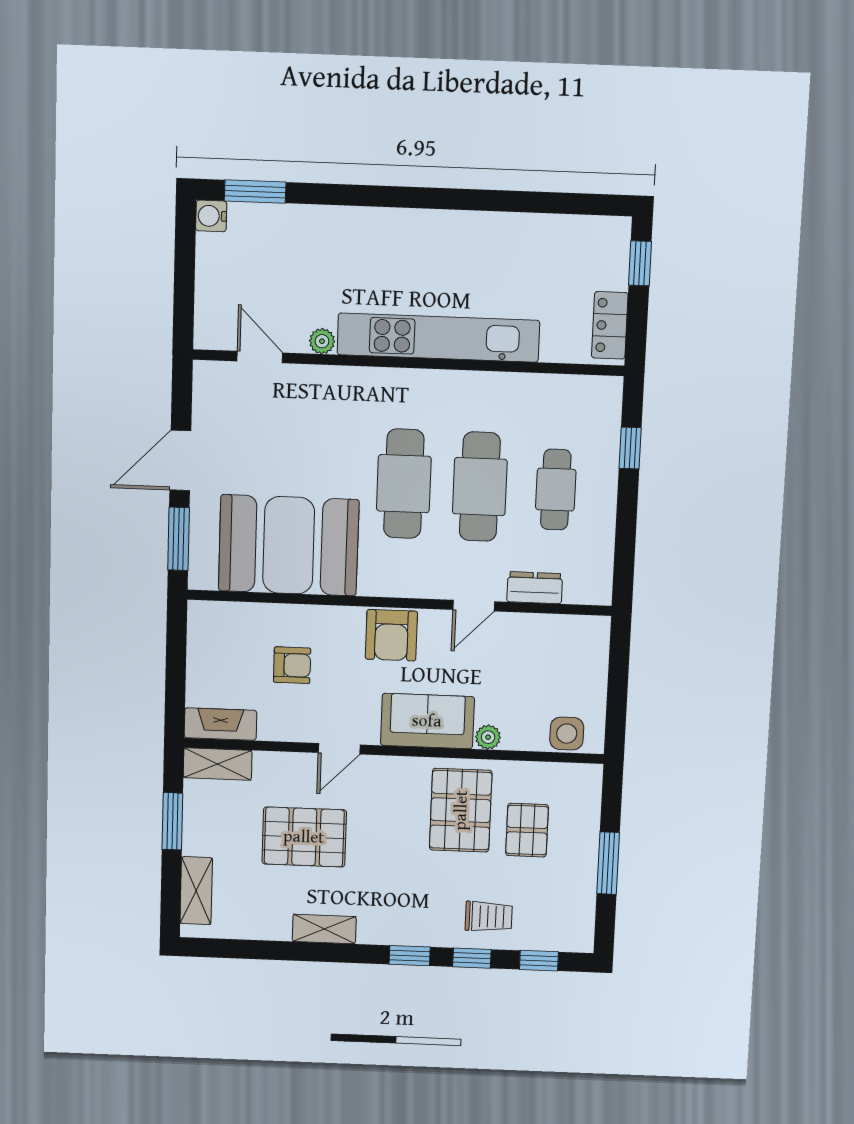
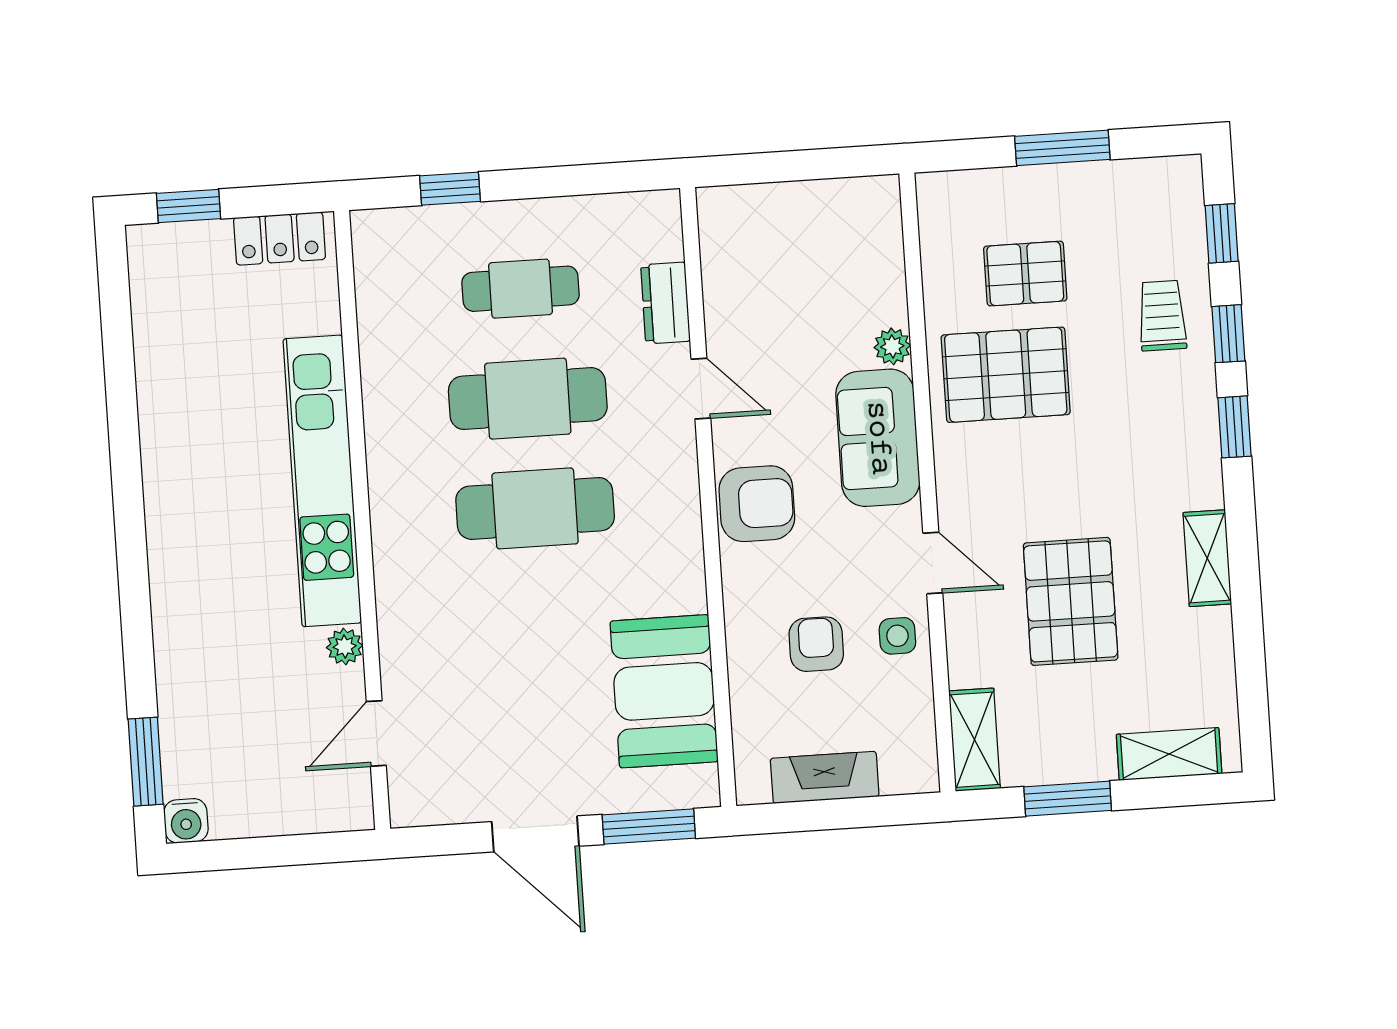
booth: (289, 545) -> (664, 691), width x0.73, depth x0.70
fireplace: (220, 724) -> (825, 777), moved, turned 90
side table: (567, 734) -> (897, 636), moved, width x0.73, depth x0.73

